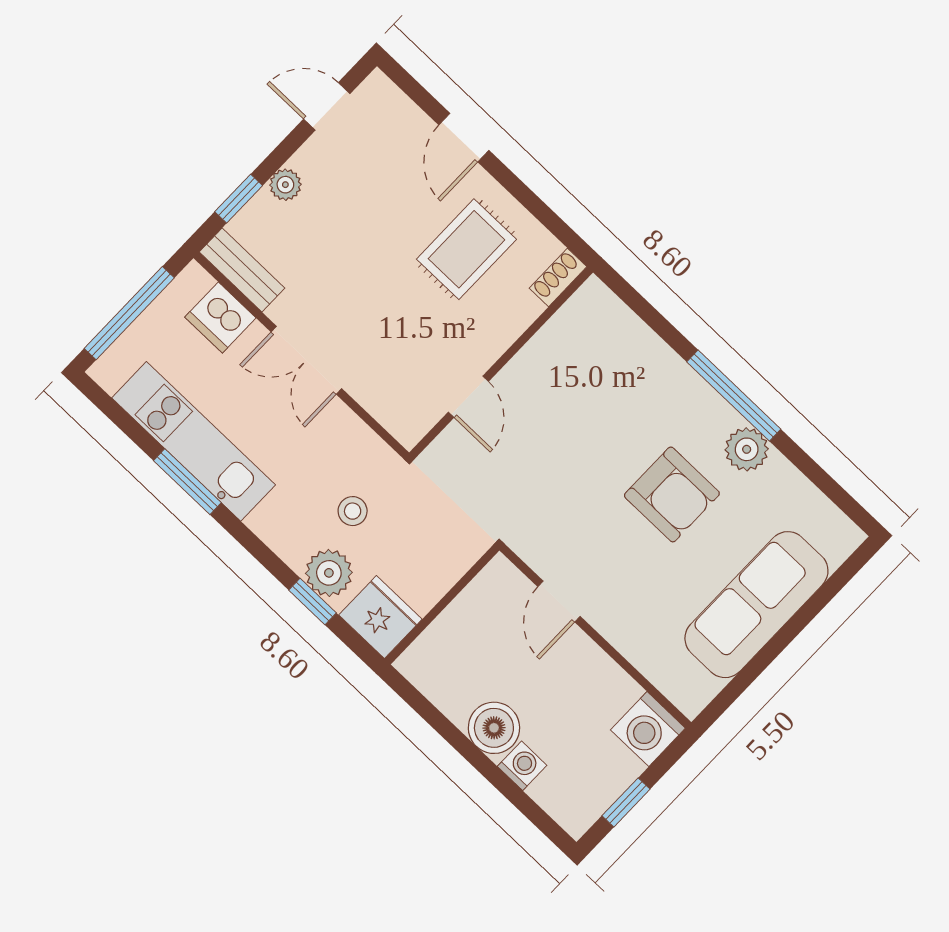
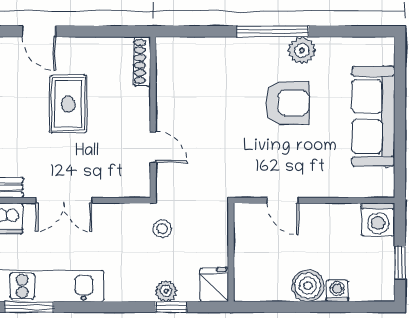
rug: (466, 249) -> (68, 104), moved
shoe rack: (558, 277) -> (142, 61), width x1.43
window: (187, 482) -> (29, 307), moved
stool: (353, 511) -> (162, 229), moved
plant: (329, 573) -> (166, 291), width x0.73, depth x0.73
fridge: (380, 617) -> (214, 285), width x0.72

